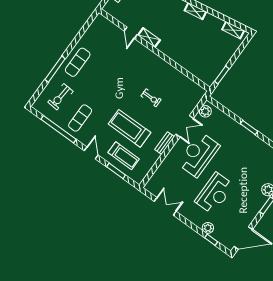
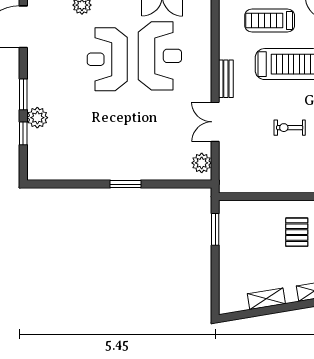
shelving: (233, 30) -> (266, 299), moved
pallet: (184, 45) -> (297, 232), added
reception desk: (198, 155) -> (160, 56), moved

